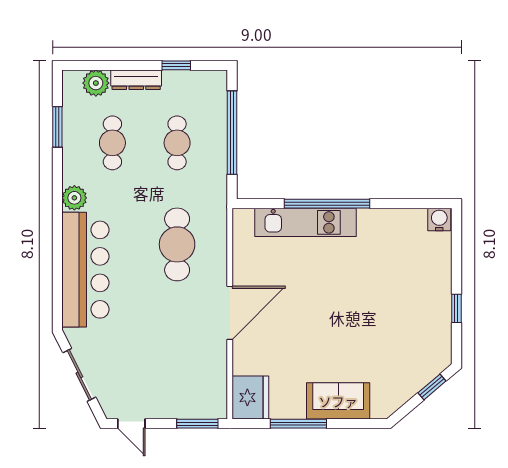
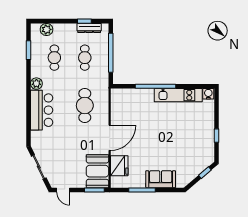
dresser: (136, 80) -> (89, 28), moved
kitchen unit: (306, 222) -> (178, 95), moved
bar counter: (85, 270) -> (42, 110), width x0.73
booth: (204, 384) -> (97, 171), added
fridge: (250, 397) -> (119, 166), moved

